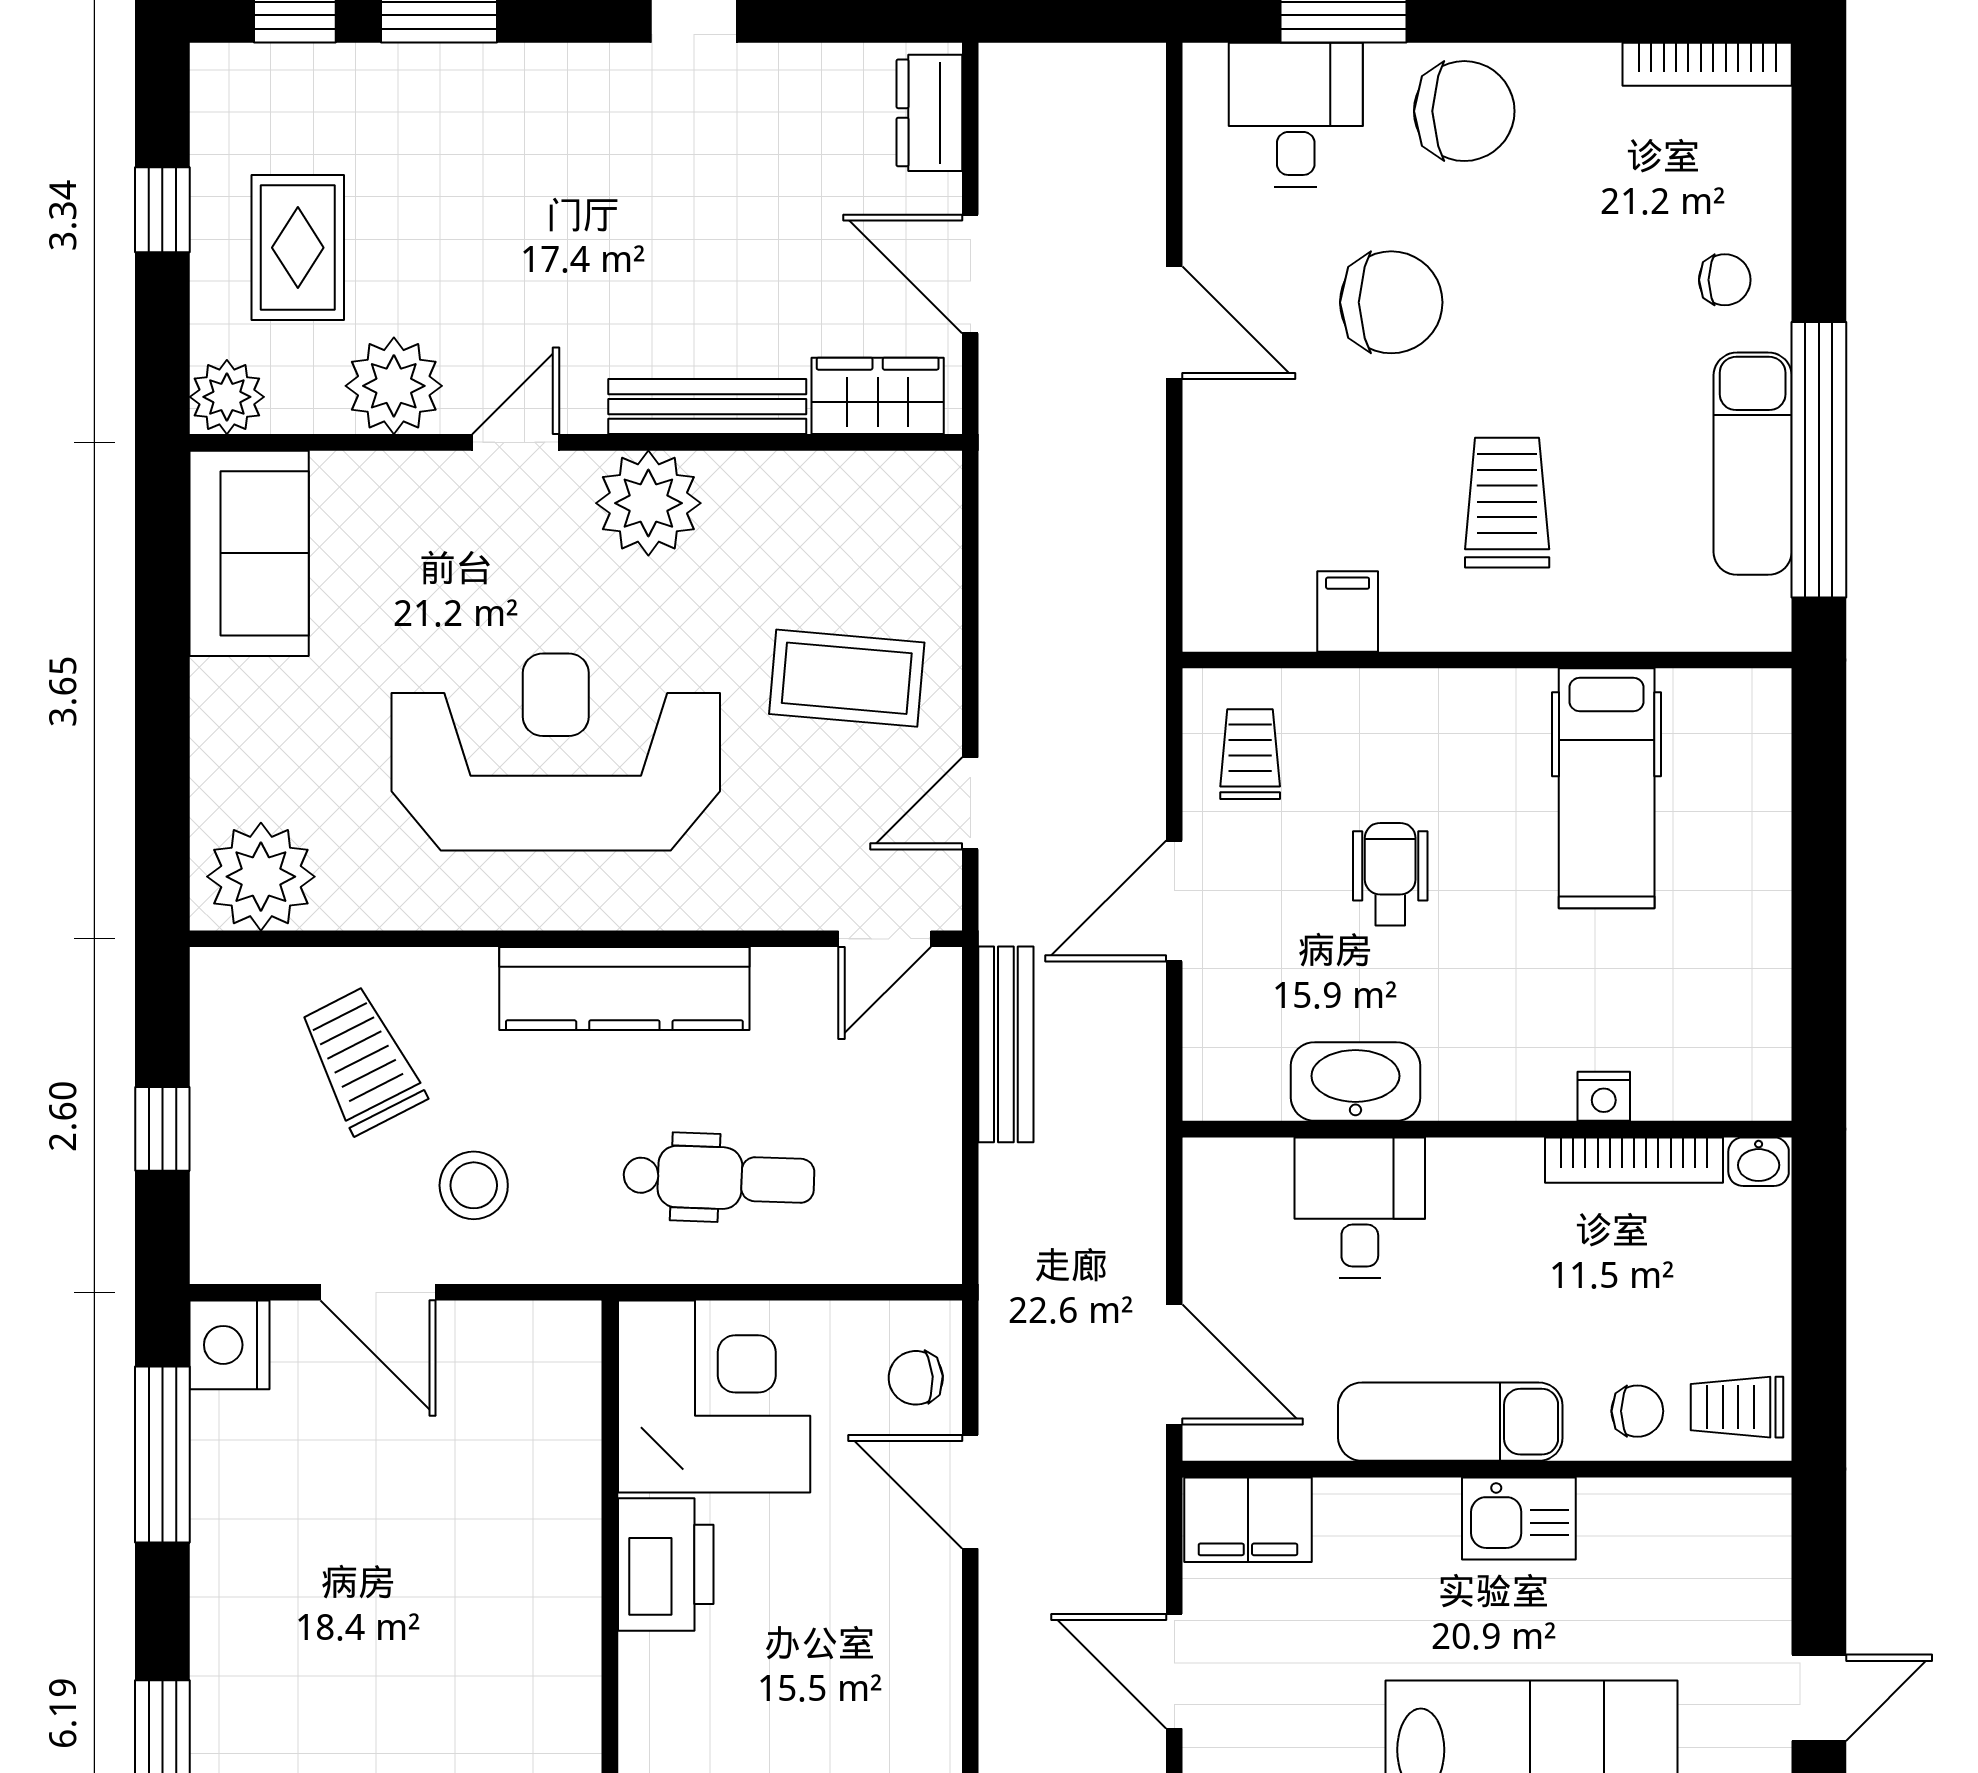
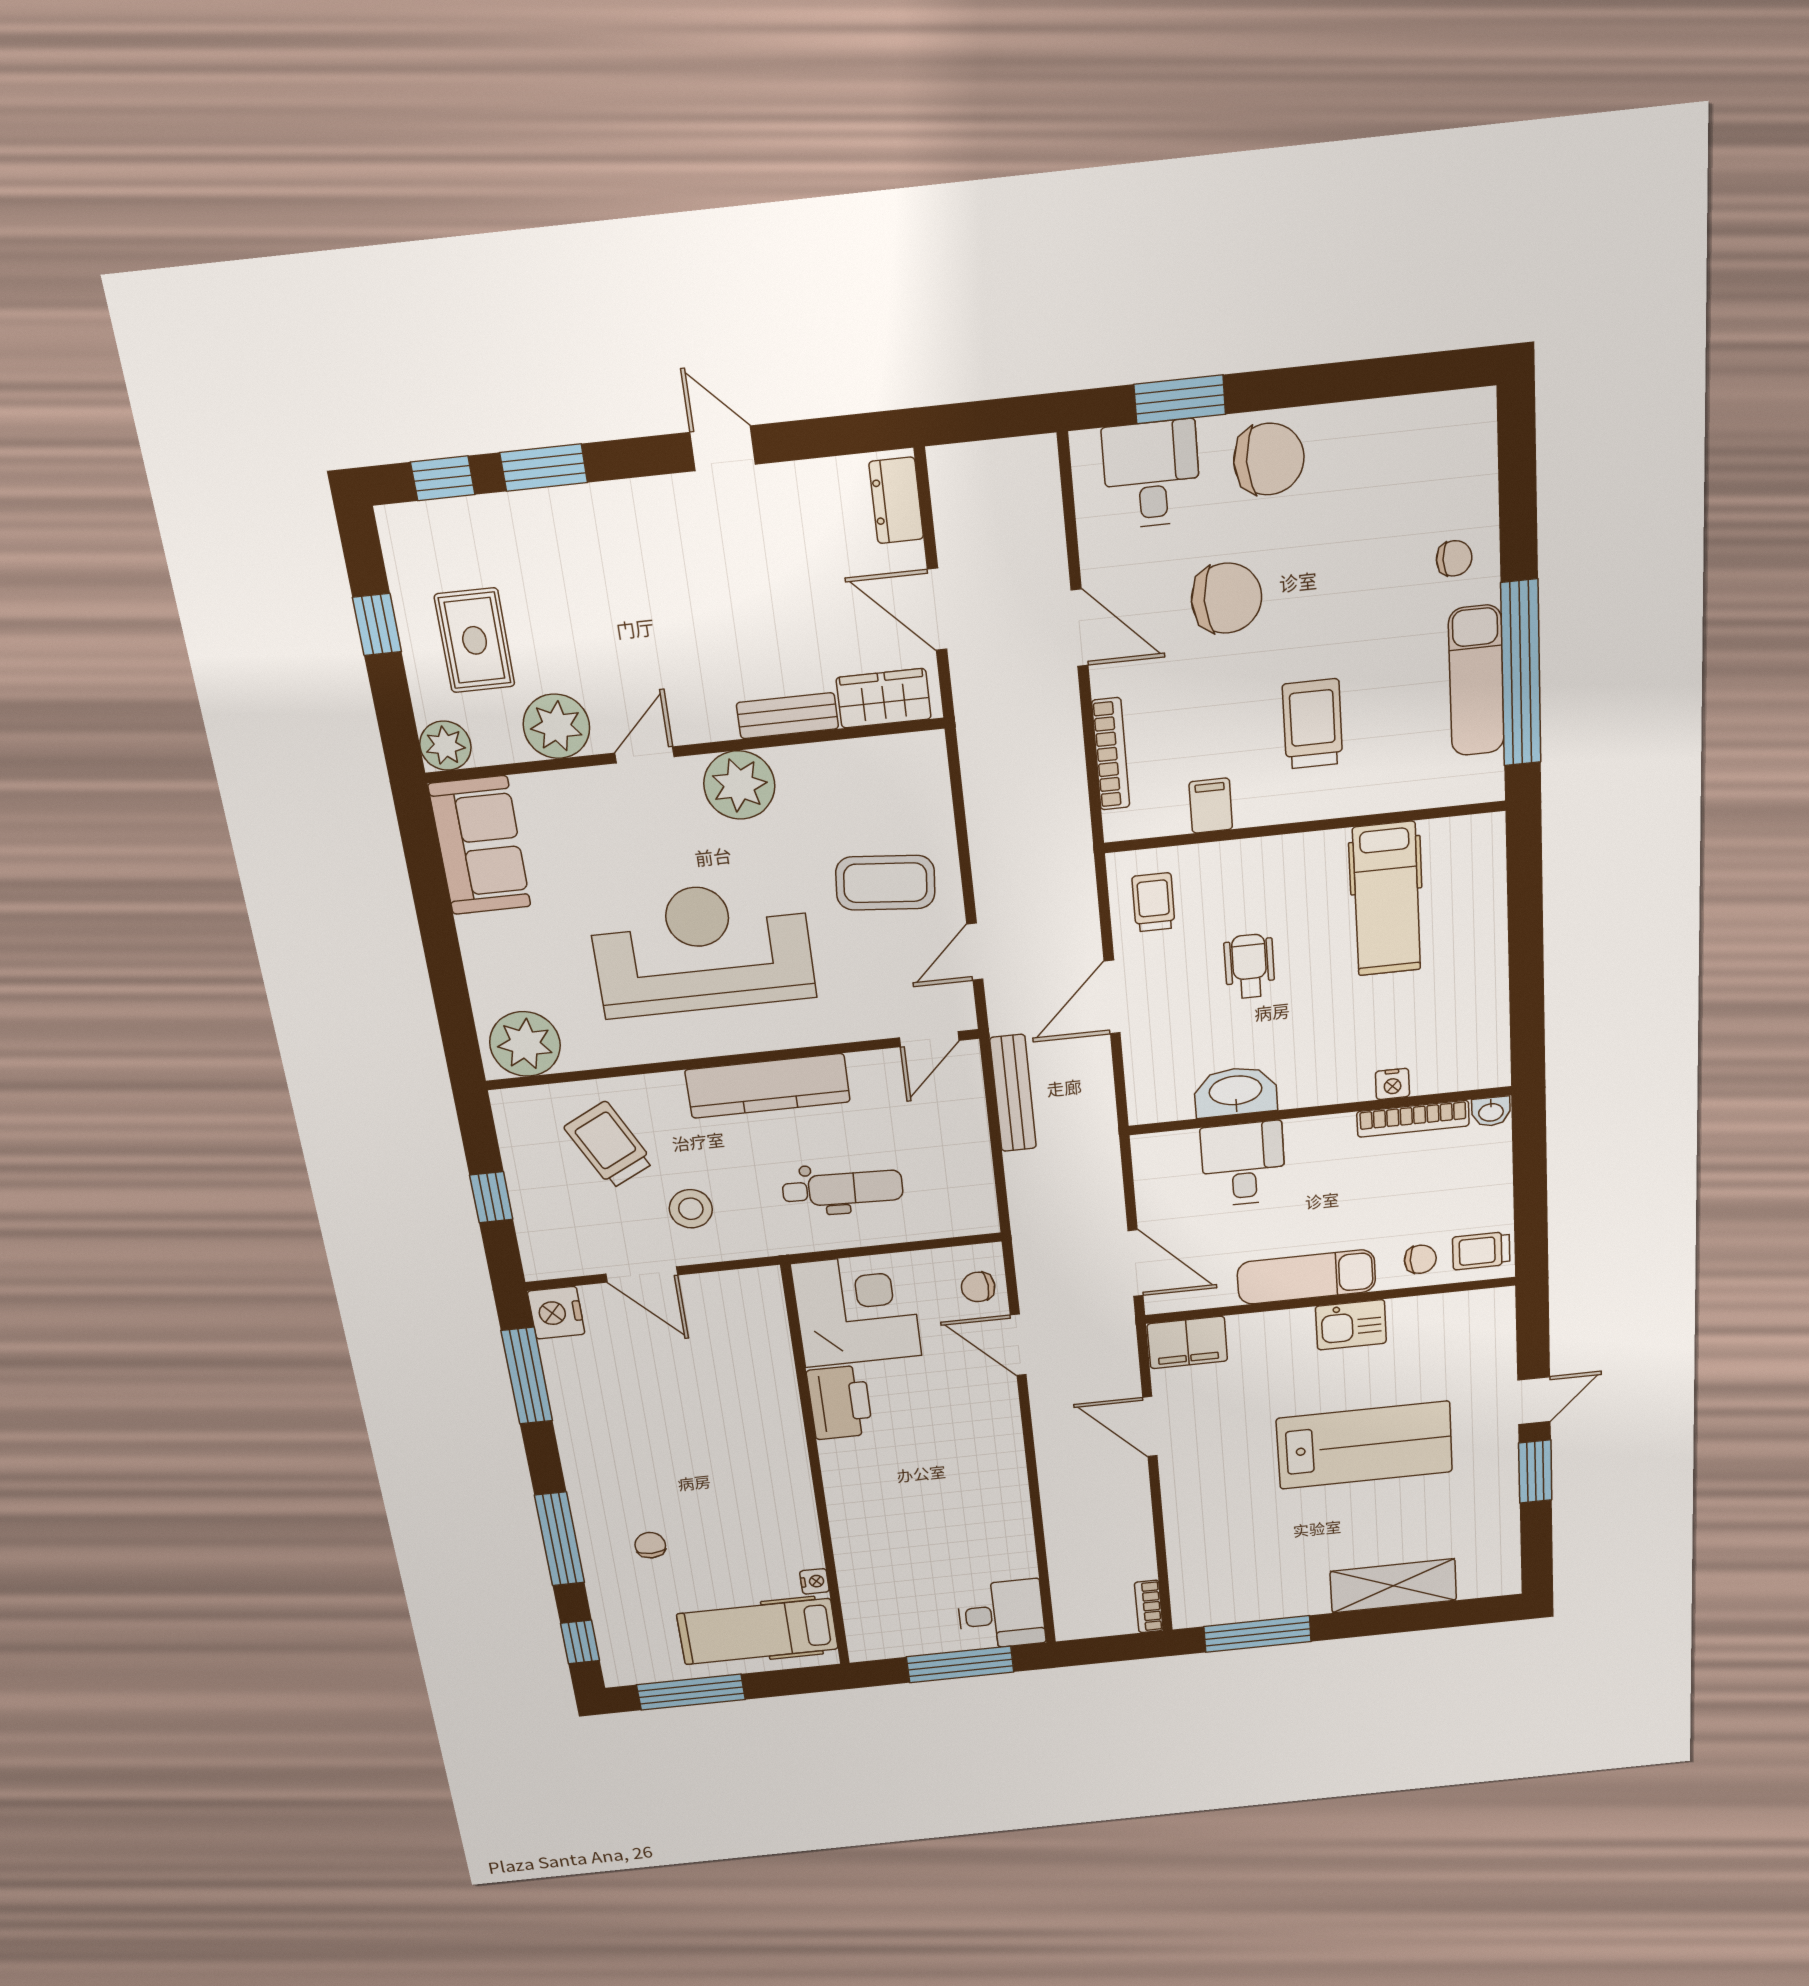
bookcase: (1707, 64) -> (1111, 754), moved, turned -90
bench: (707, 407) -> (787, 716), width x0.73

